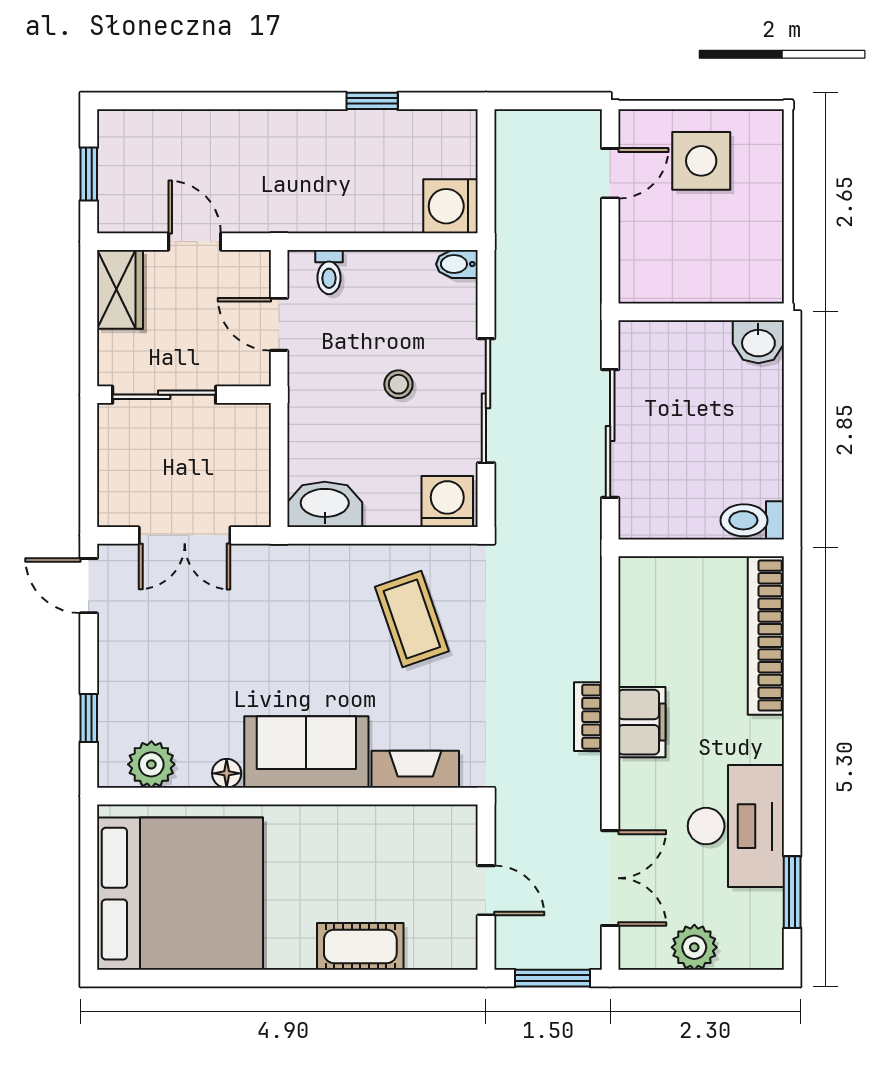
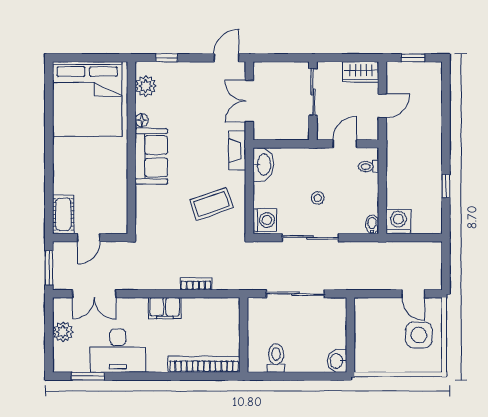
toilet: (752, 520) -> (276, 358), moved
bookcase: (588, 717) -> (196, 284), moved
fireplace: (415, 769) -> (237, 151), moved, turned 180
cot: (360, 946) -> (63, 214), moved

